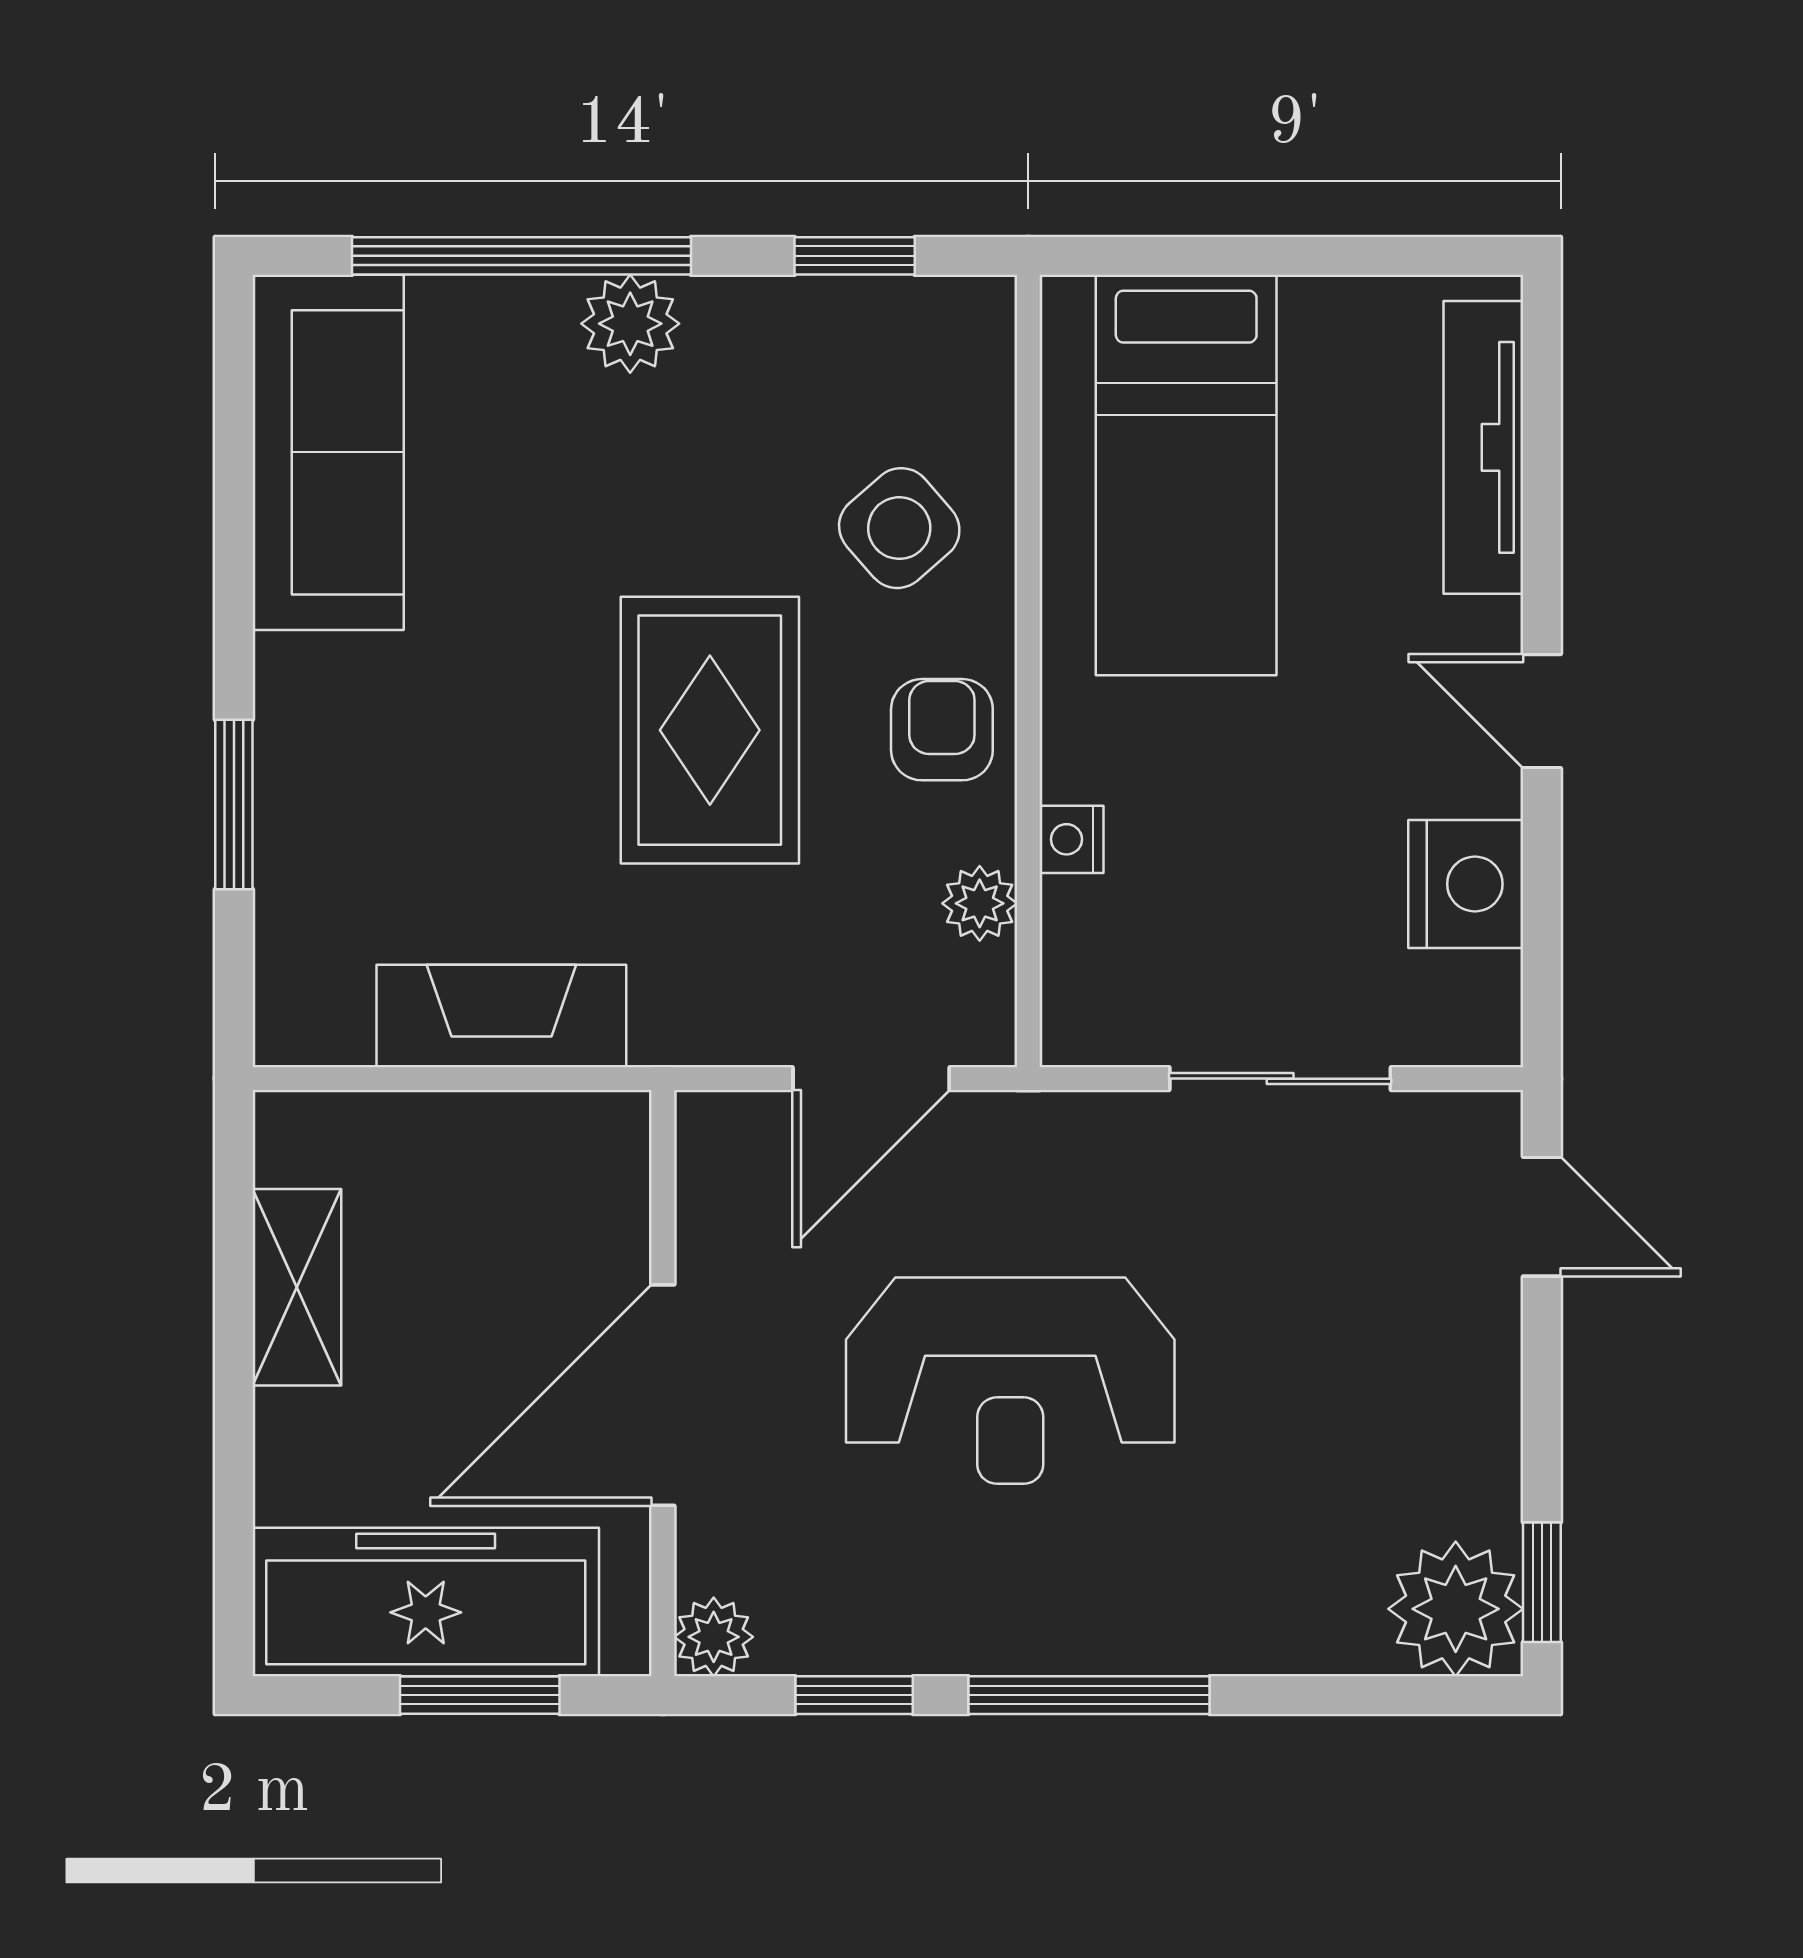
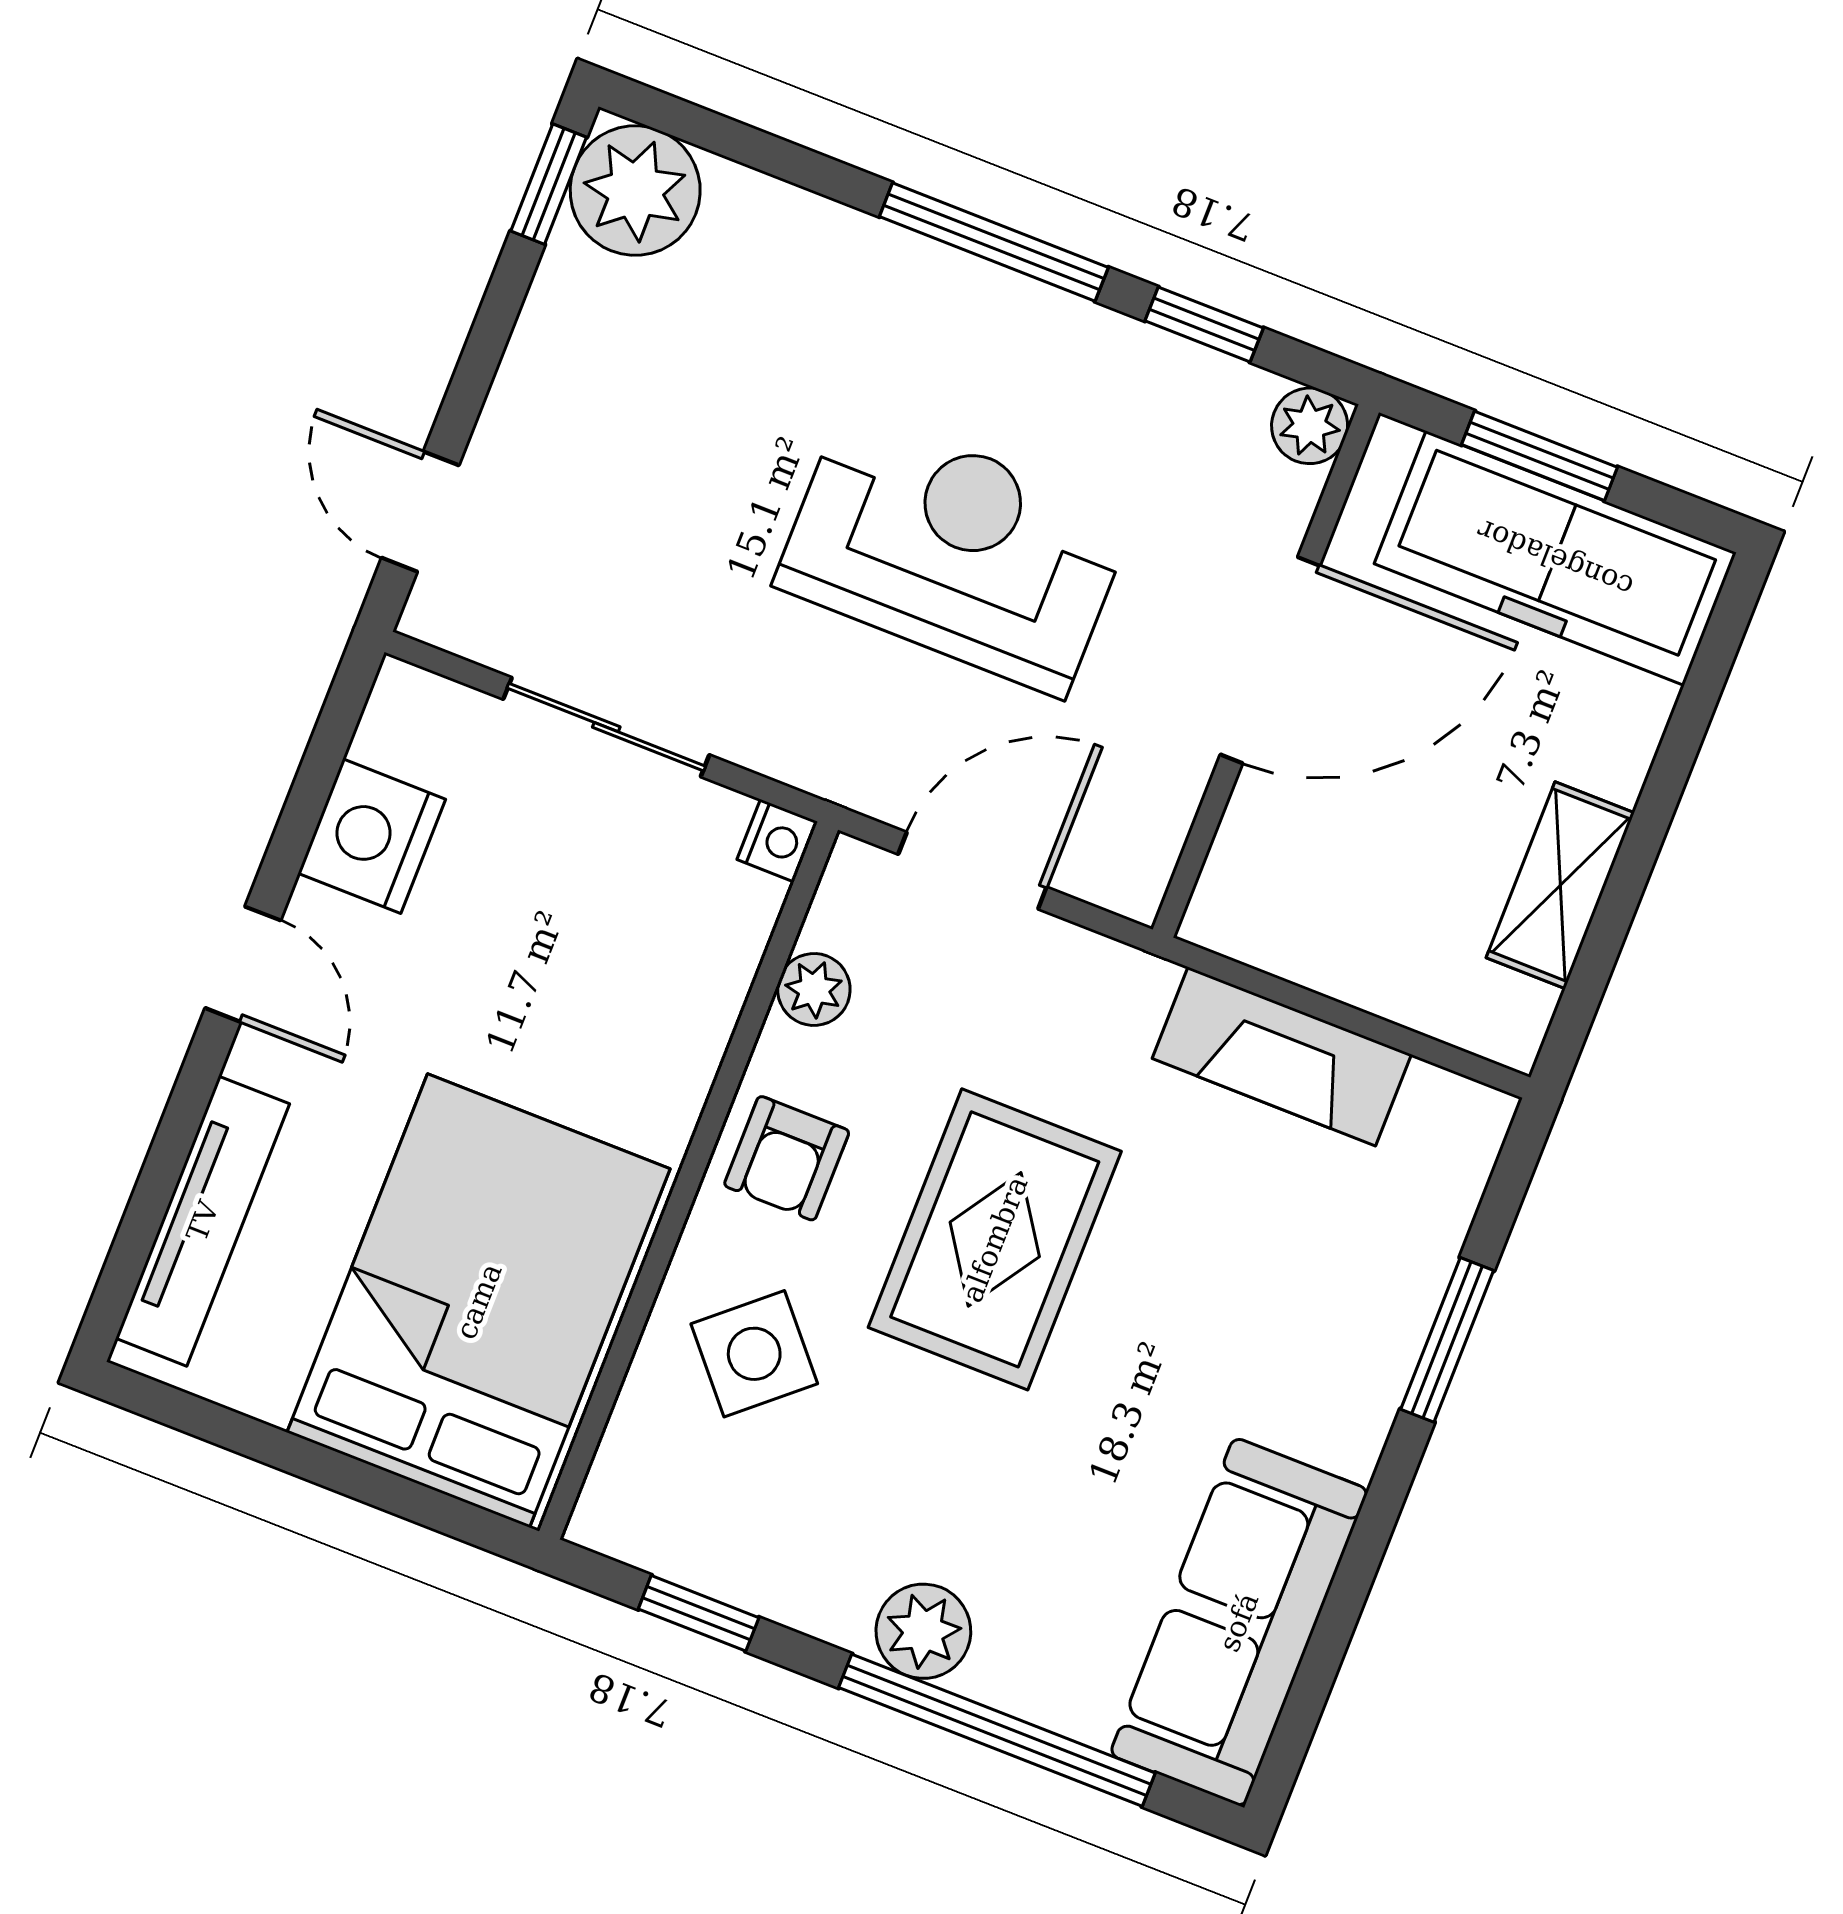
bed: (1186, 475) -> (479, 1301), width x1.50
nightstand: (1072, 839) -> (777, 841), moved

